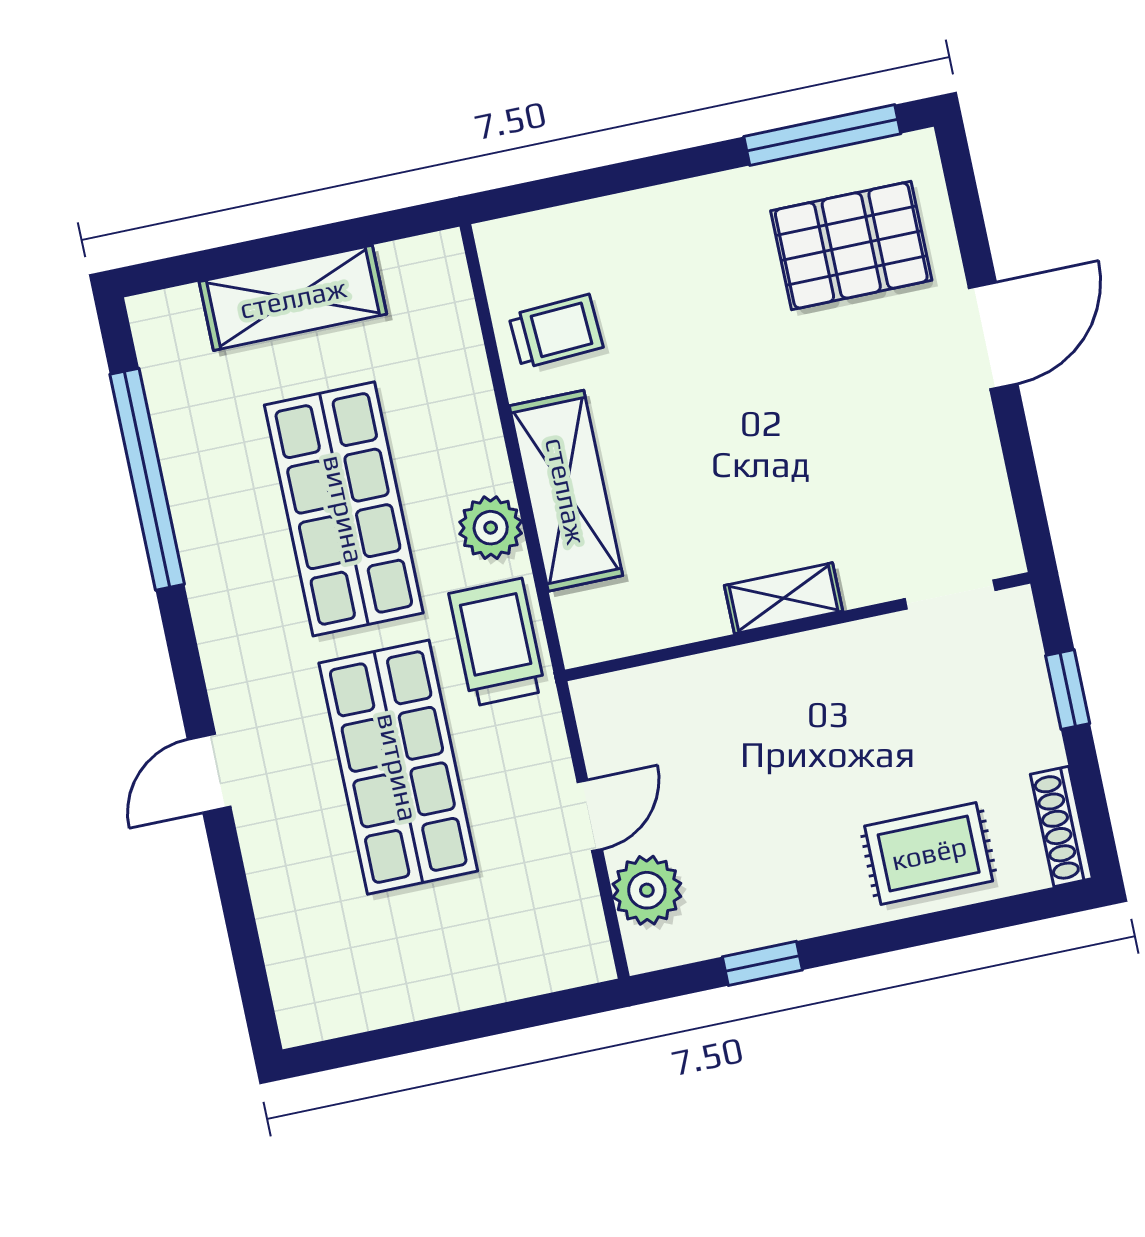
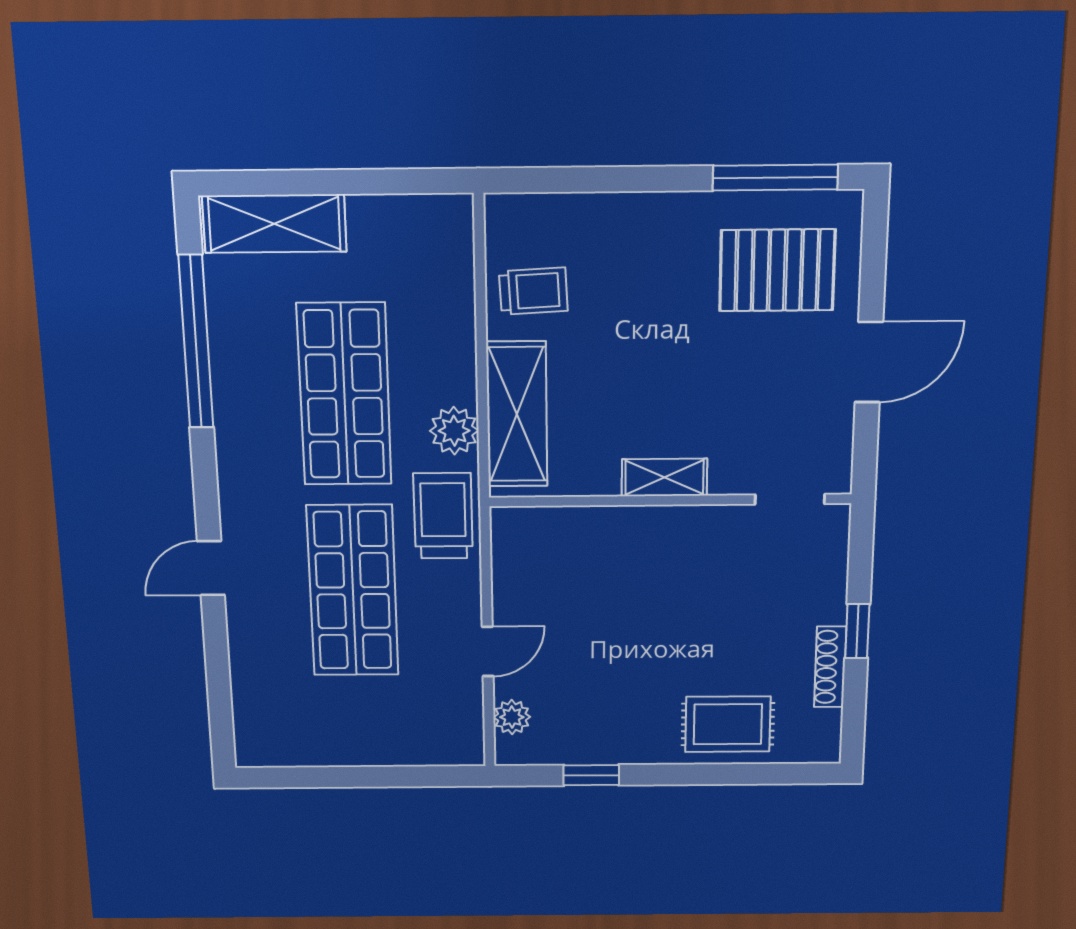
shelving: (293, 298) -> (274, 224), moved
doorway: (950, 594) -> (790, 499), moved
shelving: (784, 598) -> (664, 477), moved
wall: (798, 627) -> (670, 500), moved
shoe rack: (1061, 826) -> (830, 667), moved
plant: (647, 890) -> (512, 717), width x0.73, depth x0.73

